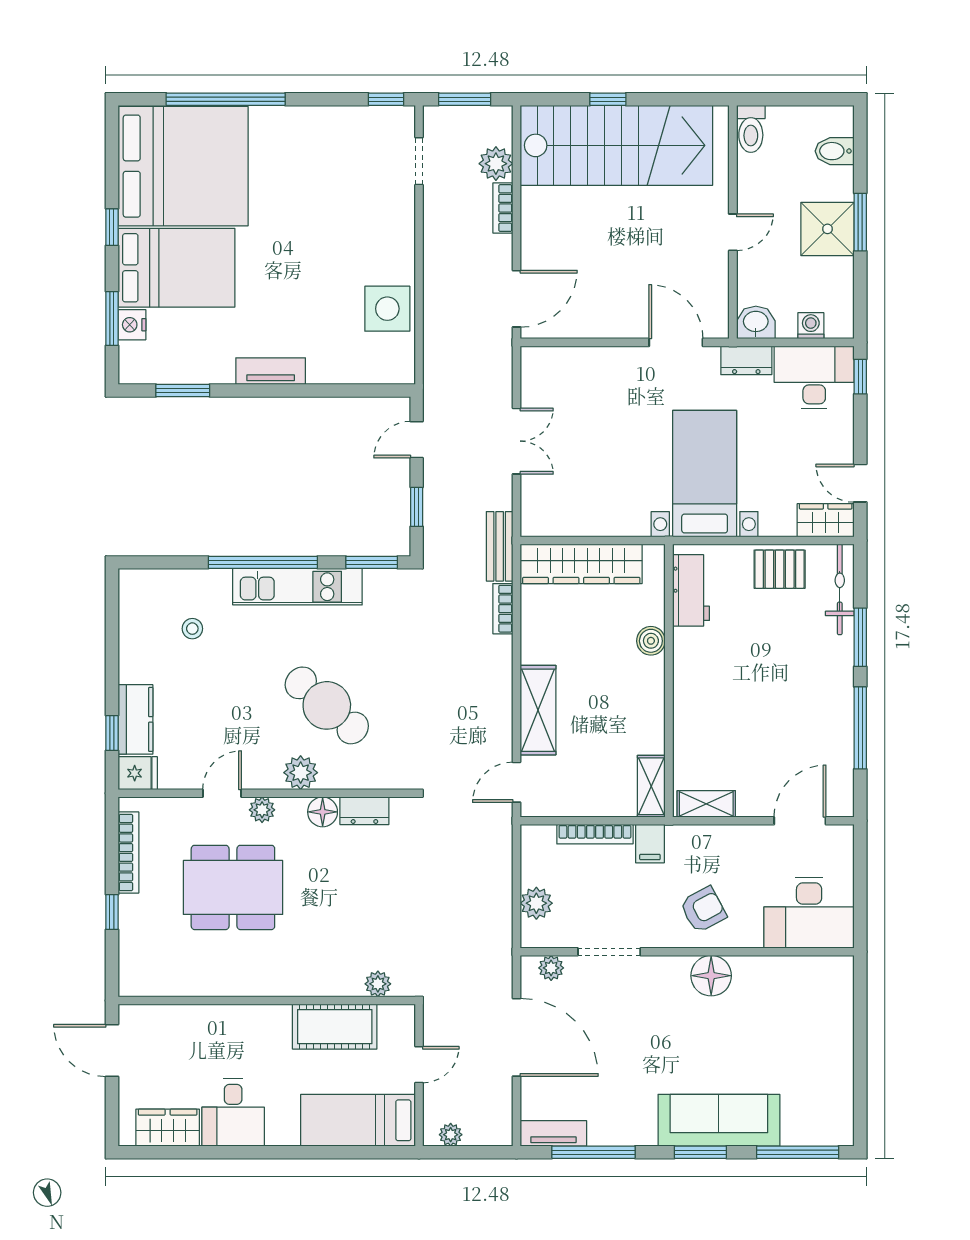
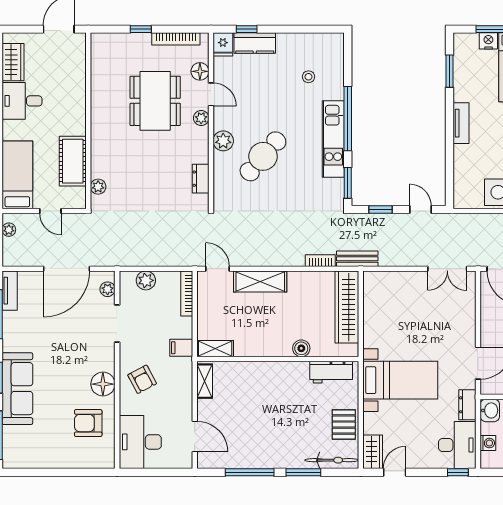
double door: (517, 441) -> (447, 269), moved
floor lamp: (323, 812) -> (200, 71), moved
bookcase: (595, 834) -> (187, 293), moved
armchair: (777, 1001) -> (88, 423), added

